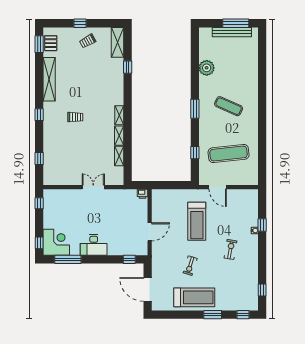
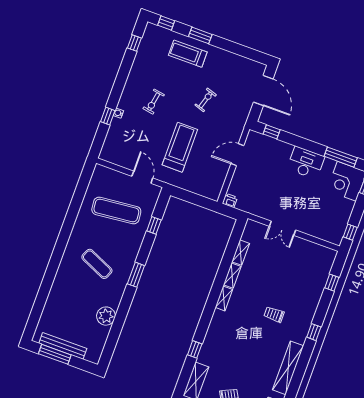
treadmill: (194, 297) -> (188, 54), moved, width x0.73, depth x0.73

